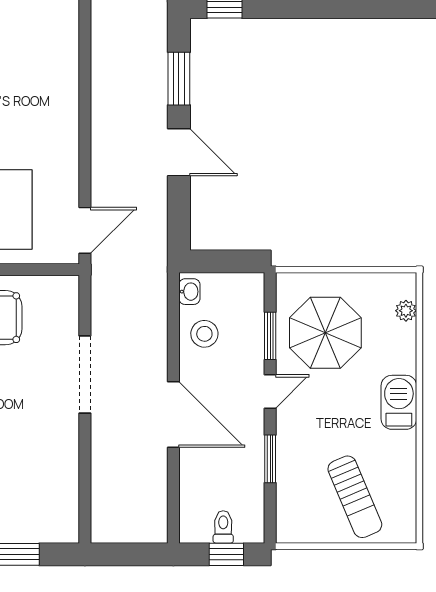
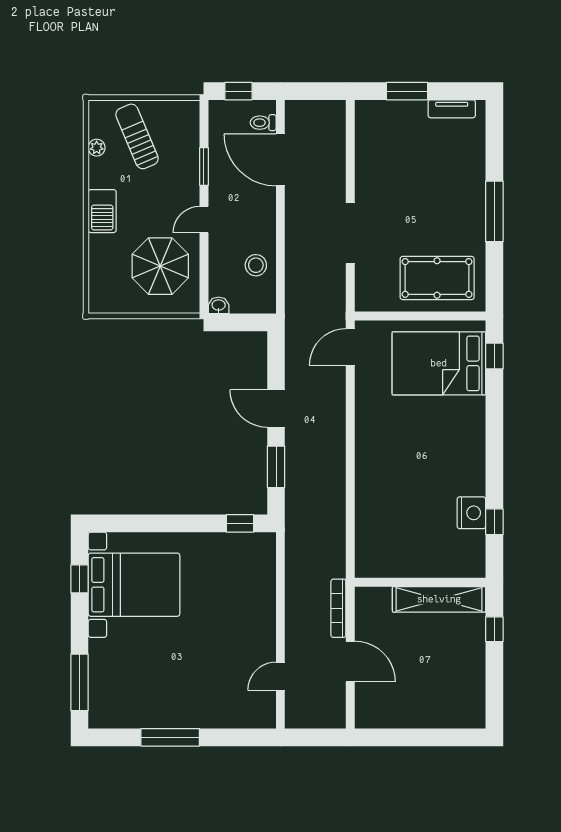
washbasin: (189, 292) -> (219, 305), moved, turned 90
plant: (406, 311) -> (97, 148), moved
window: (270, 336) -> (204, 264), removed
door: (173, 414) -> (280, 160), moved
toilet: (223, 527) -> (263, 123), moved, turned 90

